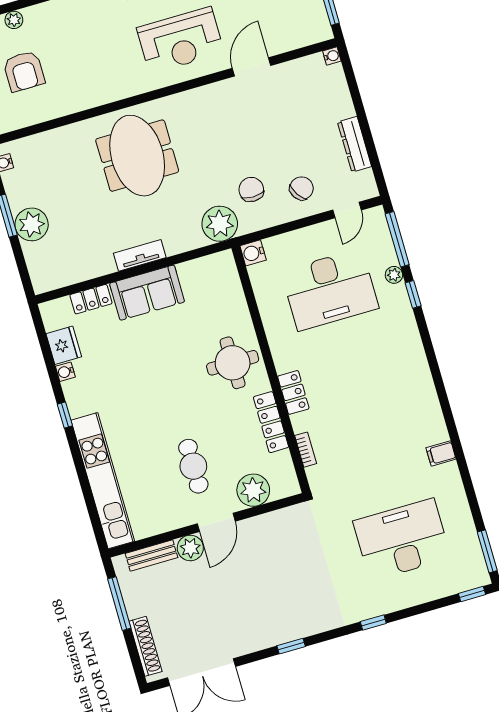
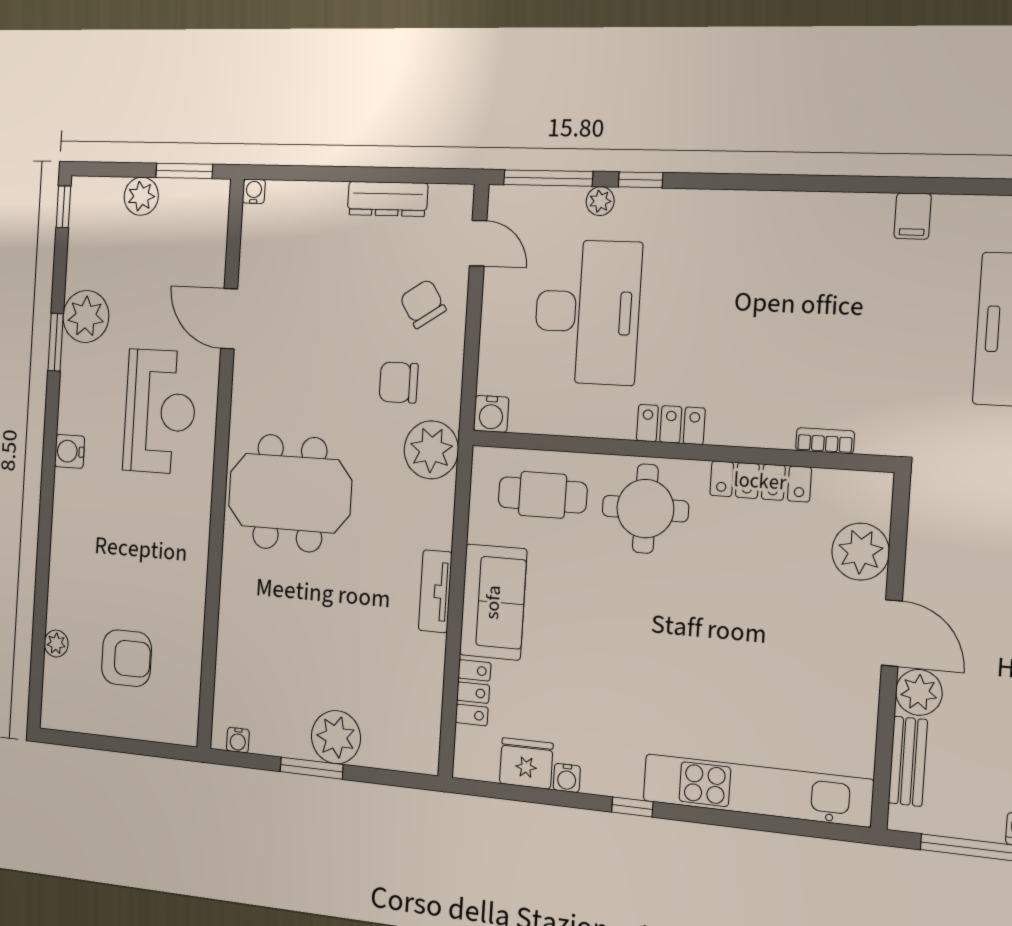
meeting table: (137, 156) -> (290, 493), moved
locker: (293, 392) -> (671, 424), moved
cafe table: (193, 466) -> (543, 495), moved

